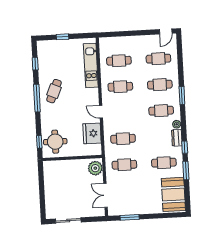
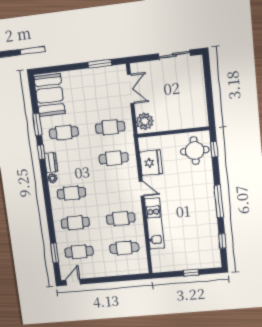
kitchen unit: (91, 65) -> (155, 224), moved
cafe table: (54, 91) -> (199, 210), removed
window: (182, 96) -> (55, 253), moved

